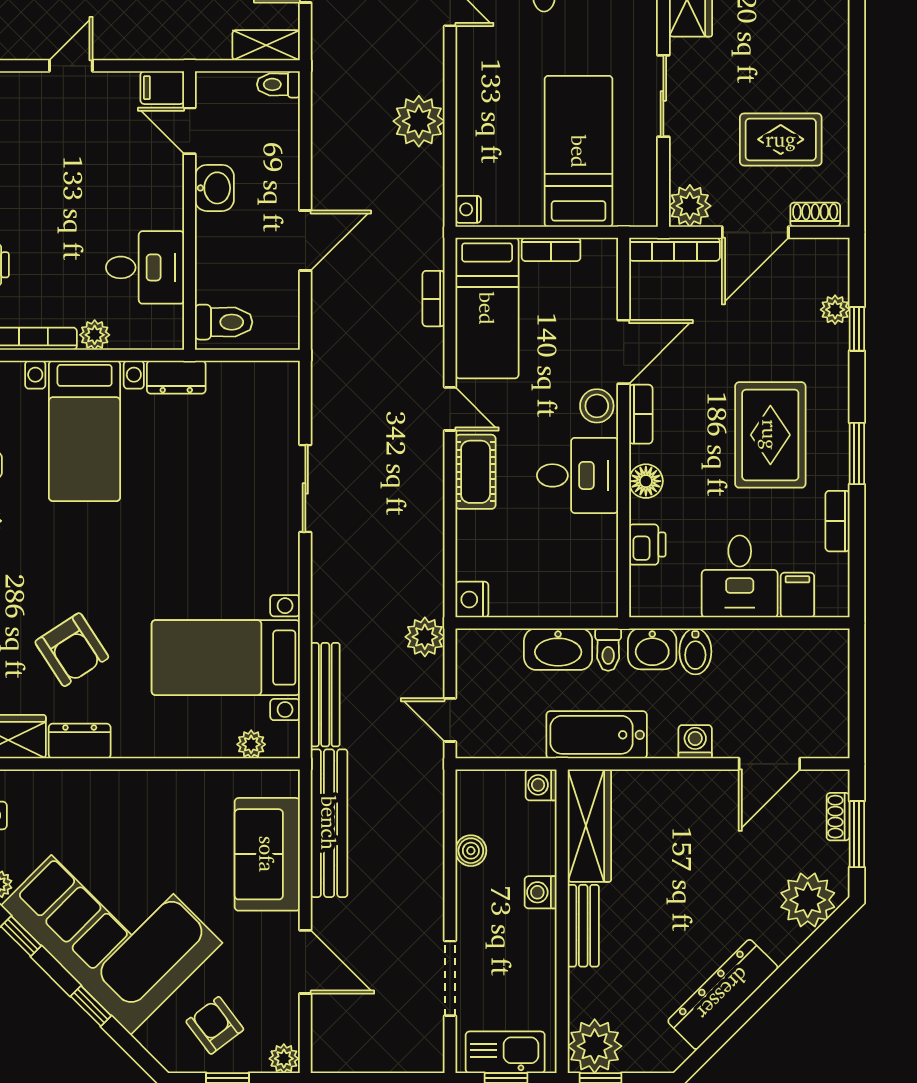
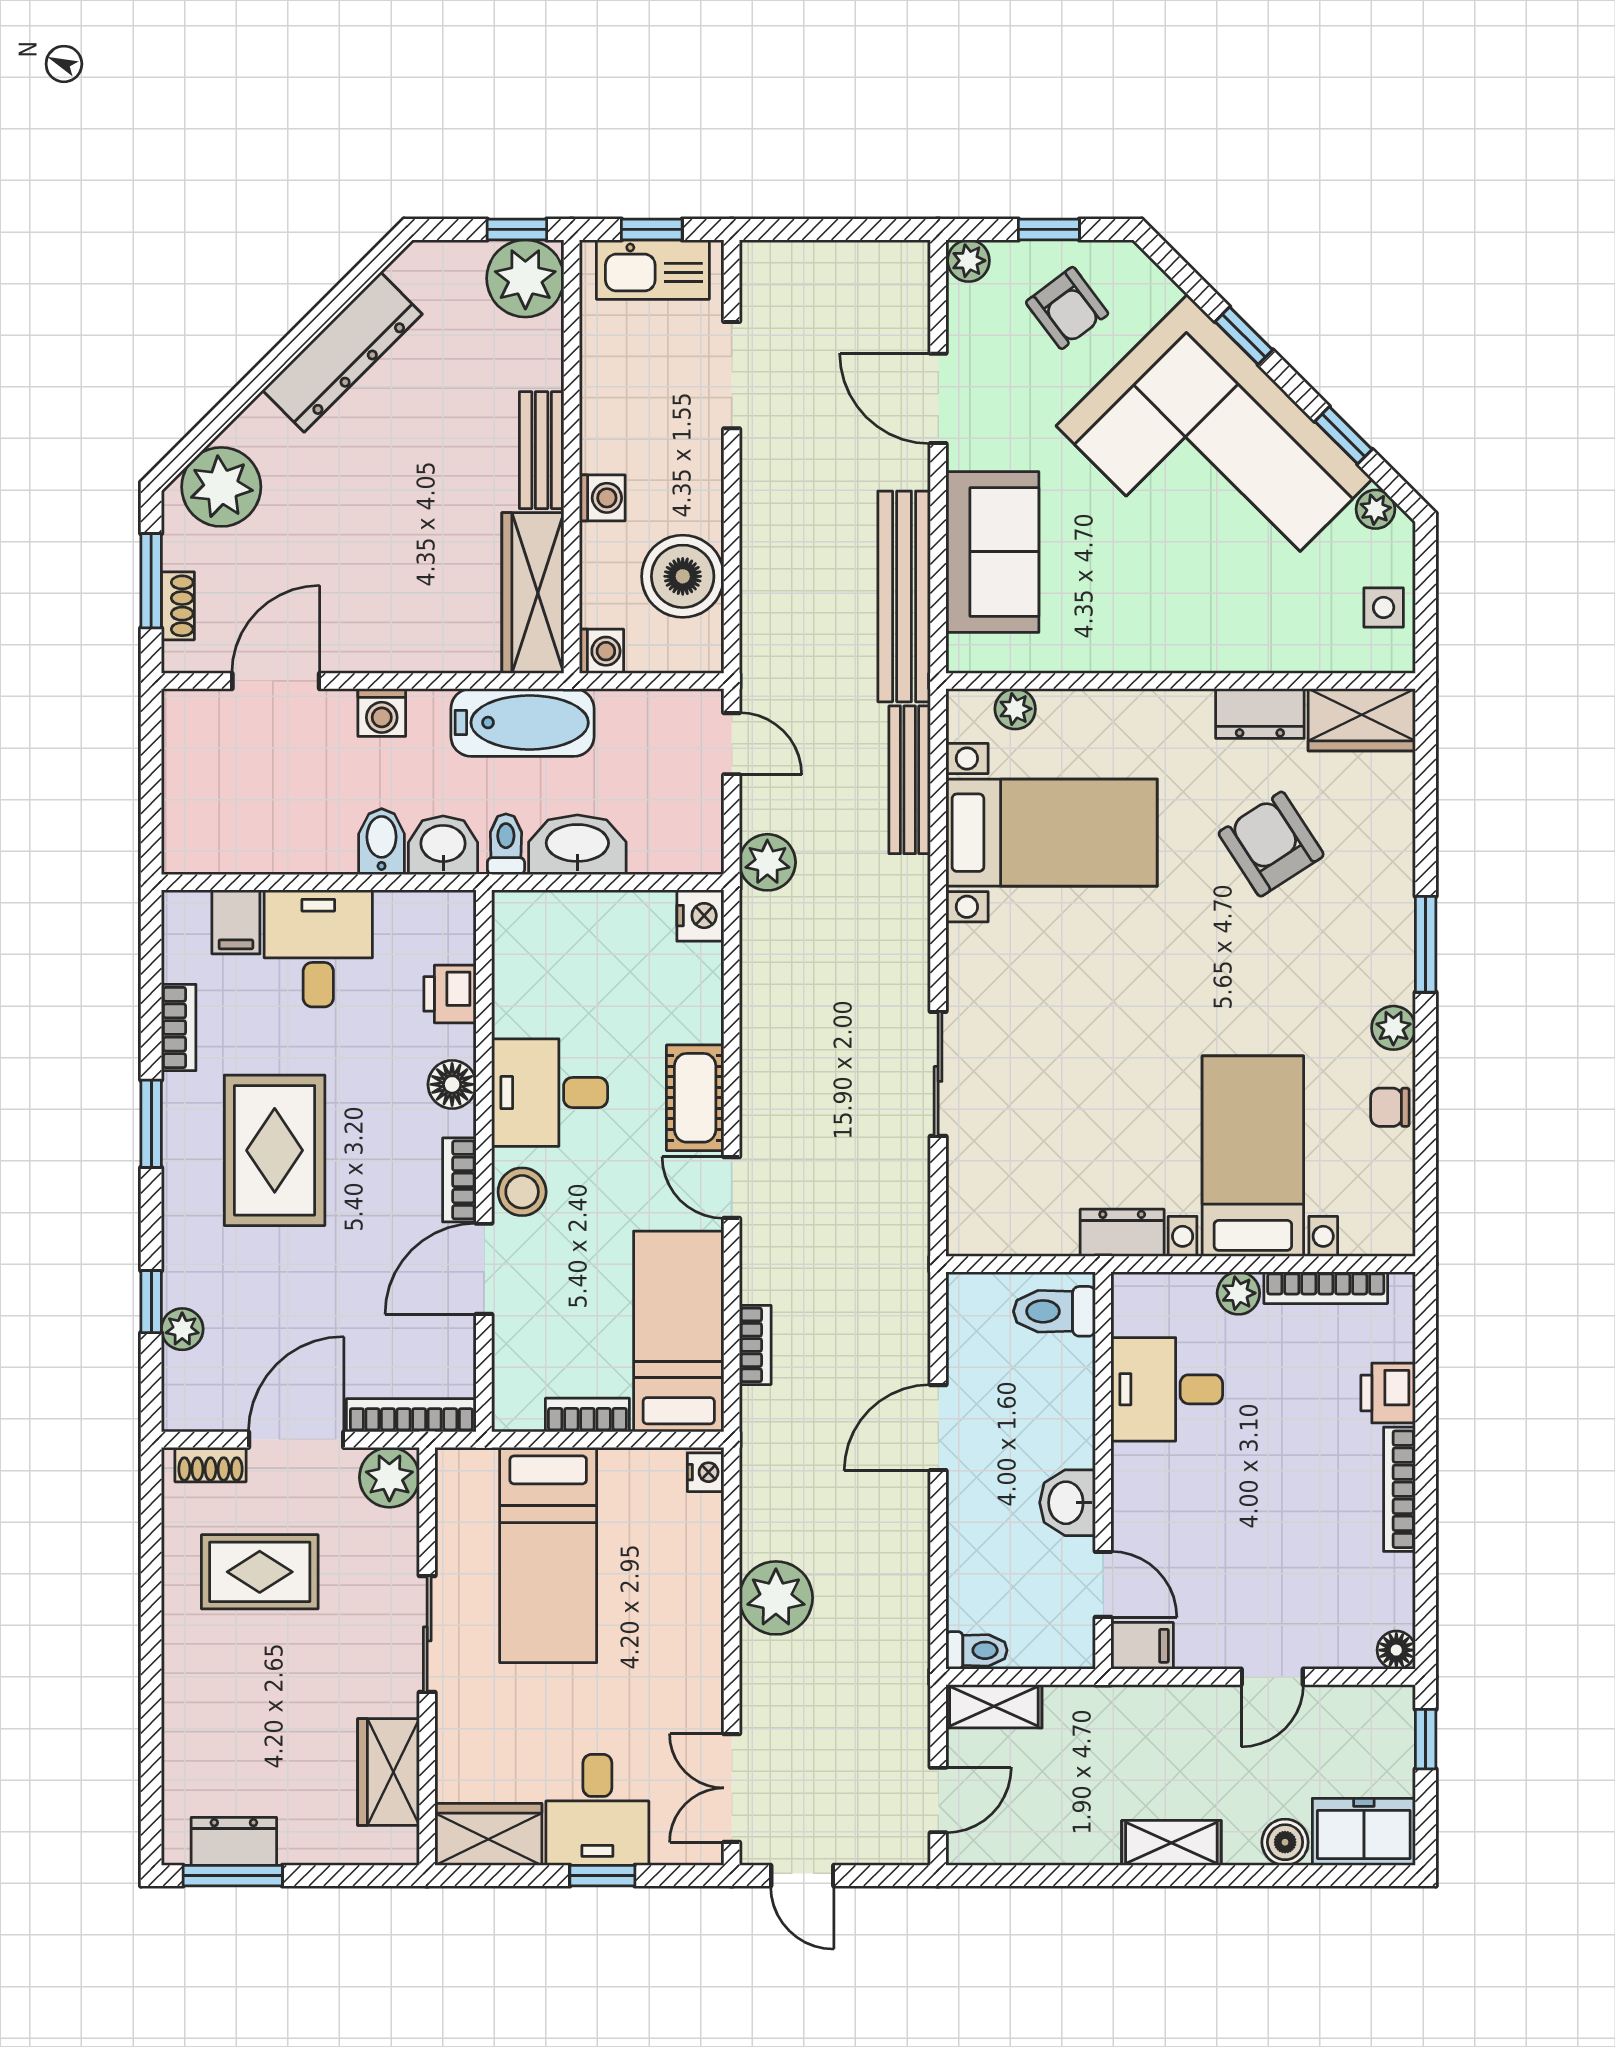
boiler: (471, 851) -> (683, 576), width x1.86, depth x1.86

